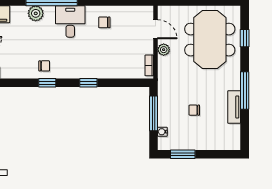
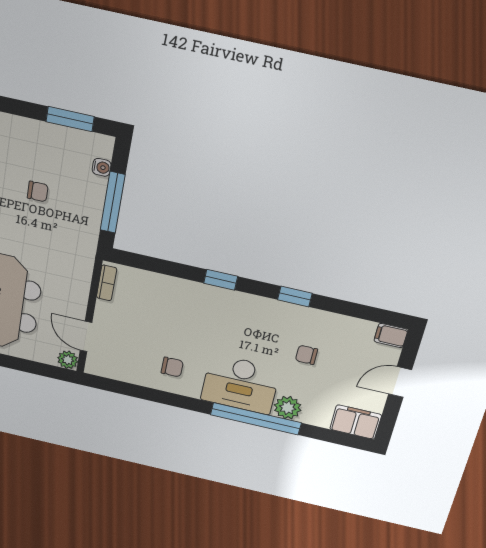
desk: (70, 21) -> (240, 384), width x1.37
plant: (164, 50) -> (68, 360), moved
chair: (44, 66) -> (306, 355), moved

